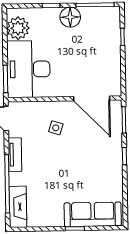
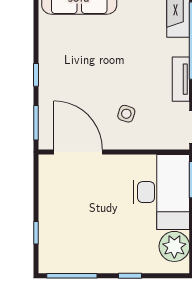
floor lamp: (70, 17) -> (105, 260), removed

